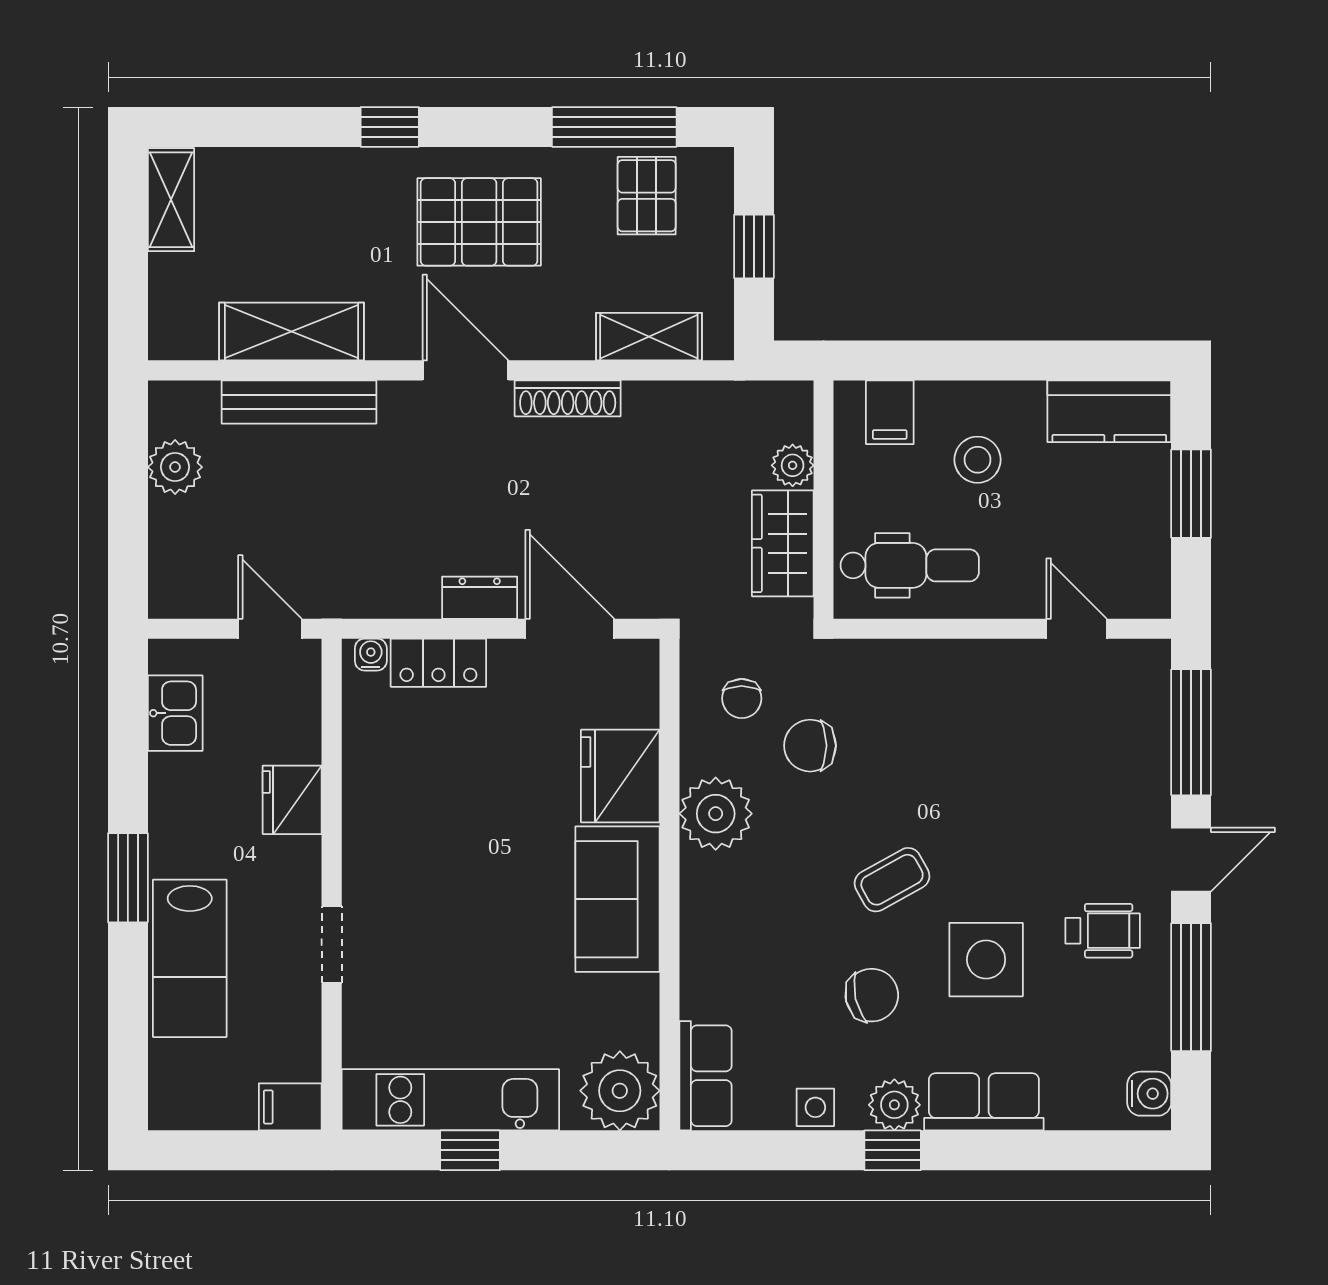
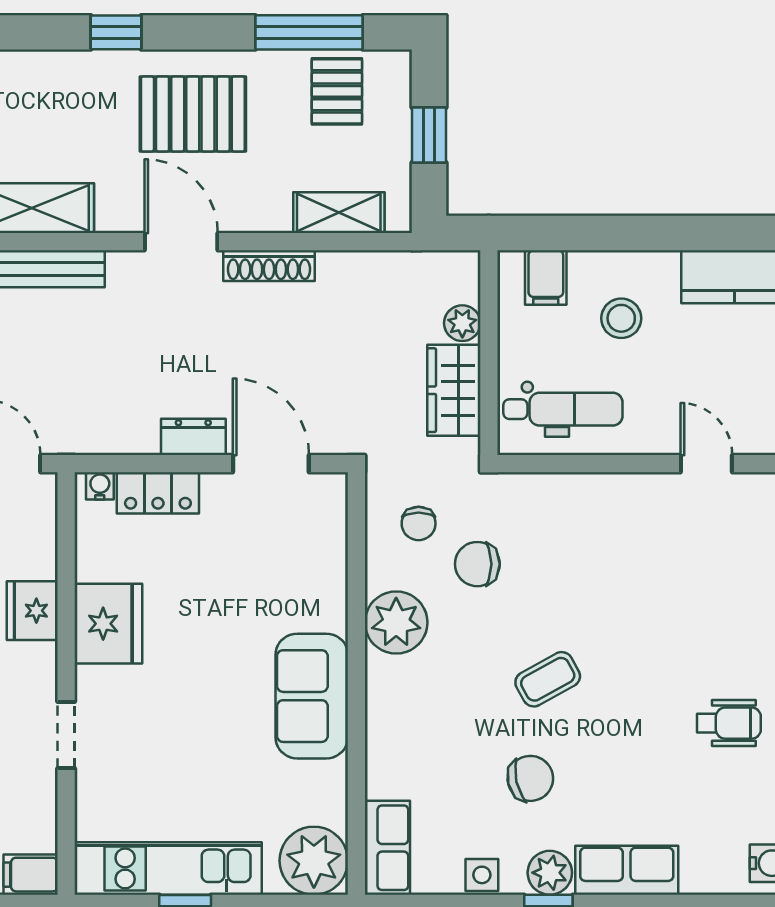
fridge: (620, 776) -> (108, 624), moved, turned 180
side table: (986, 960) -> (629, 748), removed

